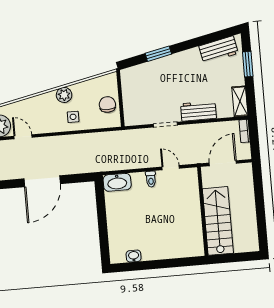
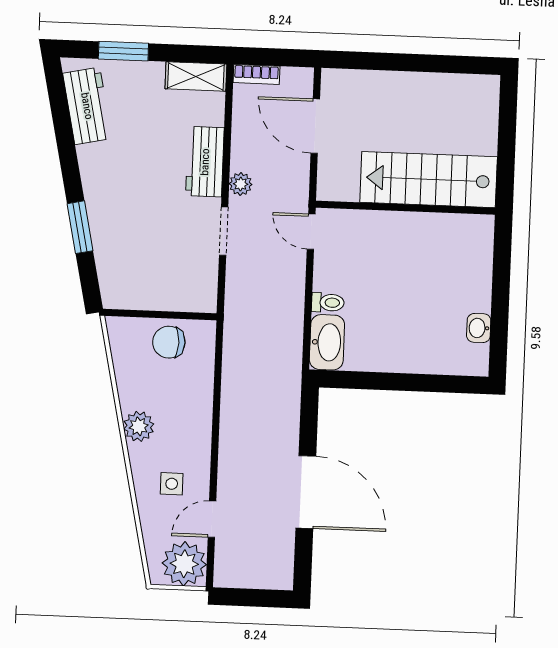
side table: (73, 117) -> (172, 484), moved
plant: (190, 130) -> (241, 184), added
door: (171, 168) -> (311, 232), hinge flipped
toilet: (151, 179) -> (328, 303), moved
wall: (203, 211) -> (405, 208), moved
stairs: (218, 221) -> (429, 180), moved

